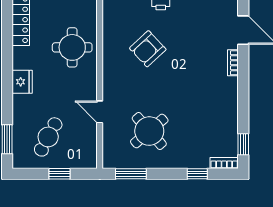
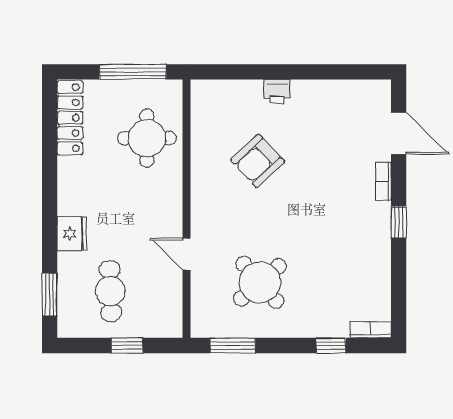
round table: (72, 47) -> (147, 138), moved
fridge: (22, 82) -> (72, 234), moved
cafe table: (48, 137) -> (110, 291), turned -30
window: (243, 144) -> (399, 222), moved

